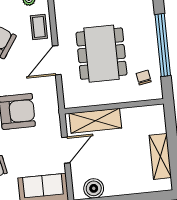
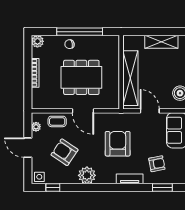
chair: (144, 78) -> (69, 44), moved
shelving: (95, 121) -> (130, 78), width x1.47

